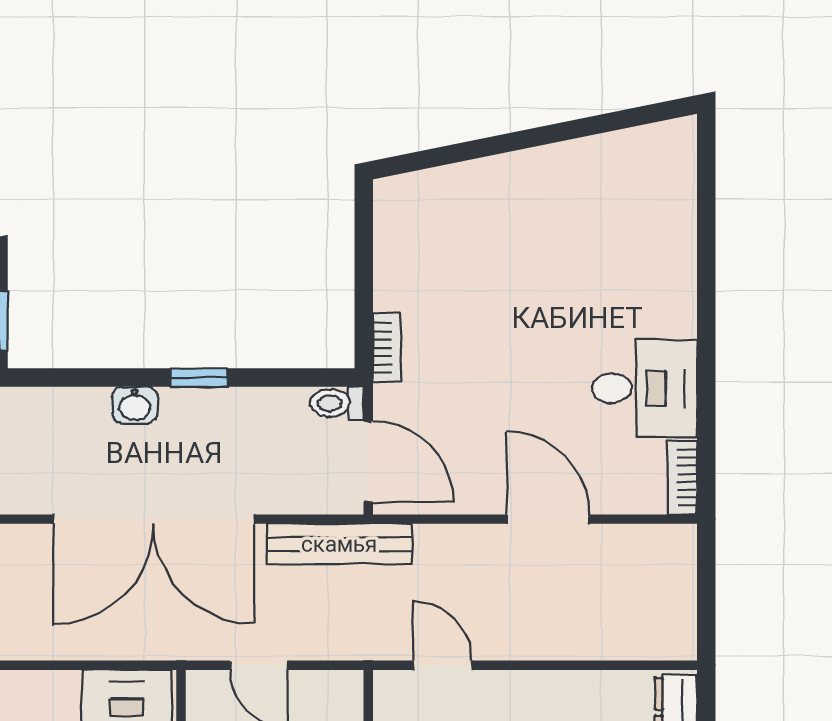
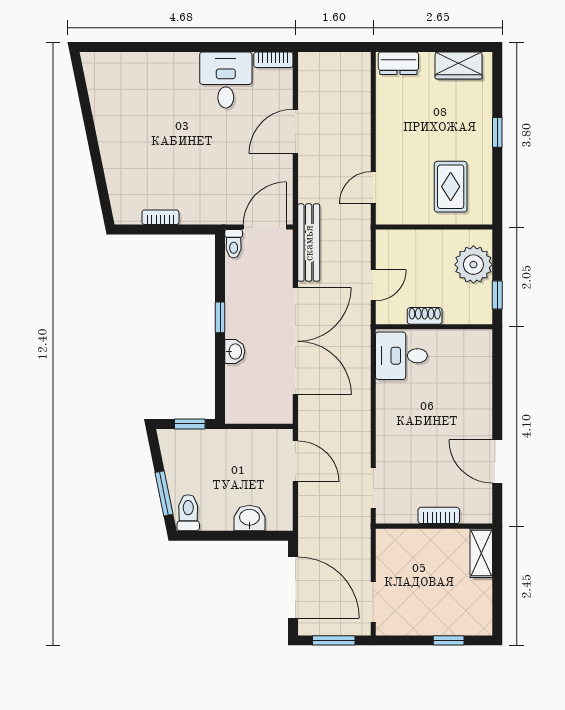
bookcase: (387, 348) -> (160, 217), moved

